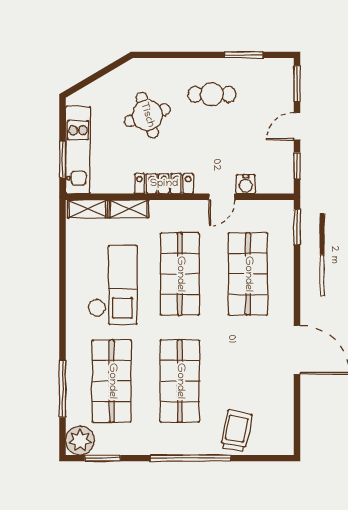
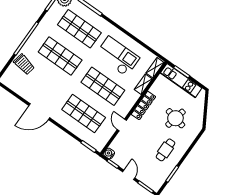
round table: (147, 115) -> (175, 118), turned 30
water cooler: (246, 184) -> (109, 153), moved
checkout: (113, 285) -> (117, 56), turned 180

